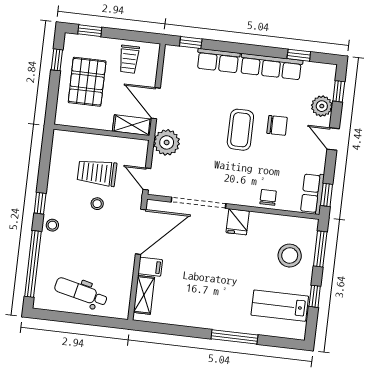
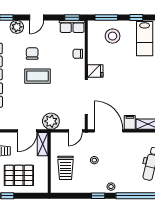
trolley: (97, 173) -> (66, 168), moved

